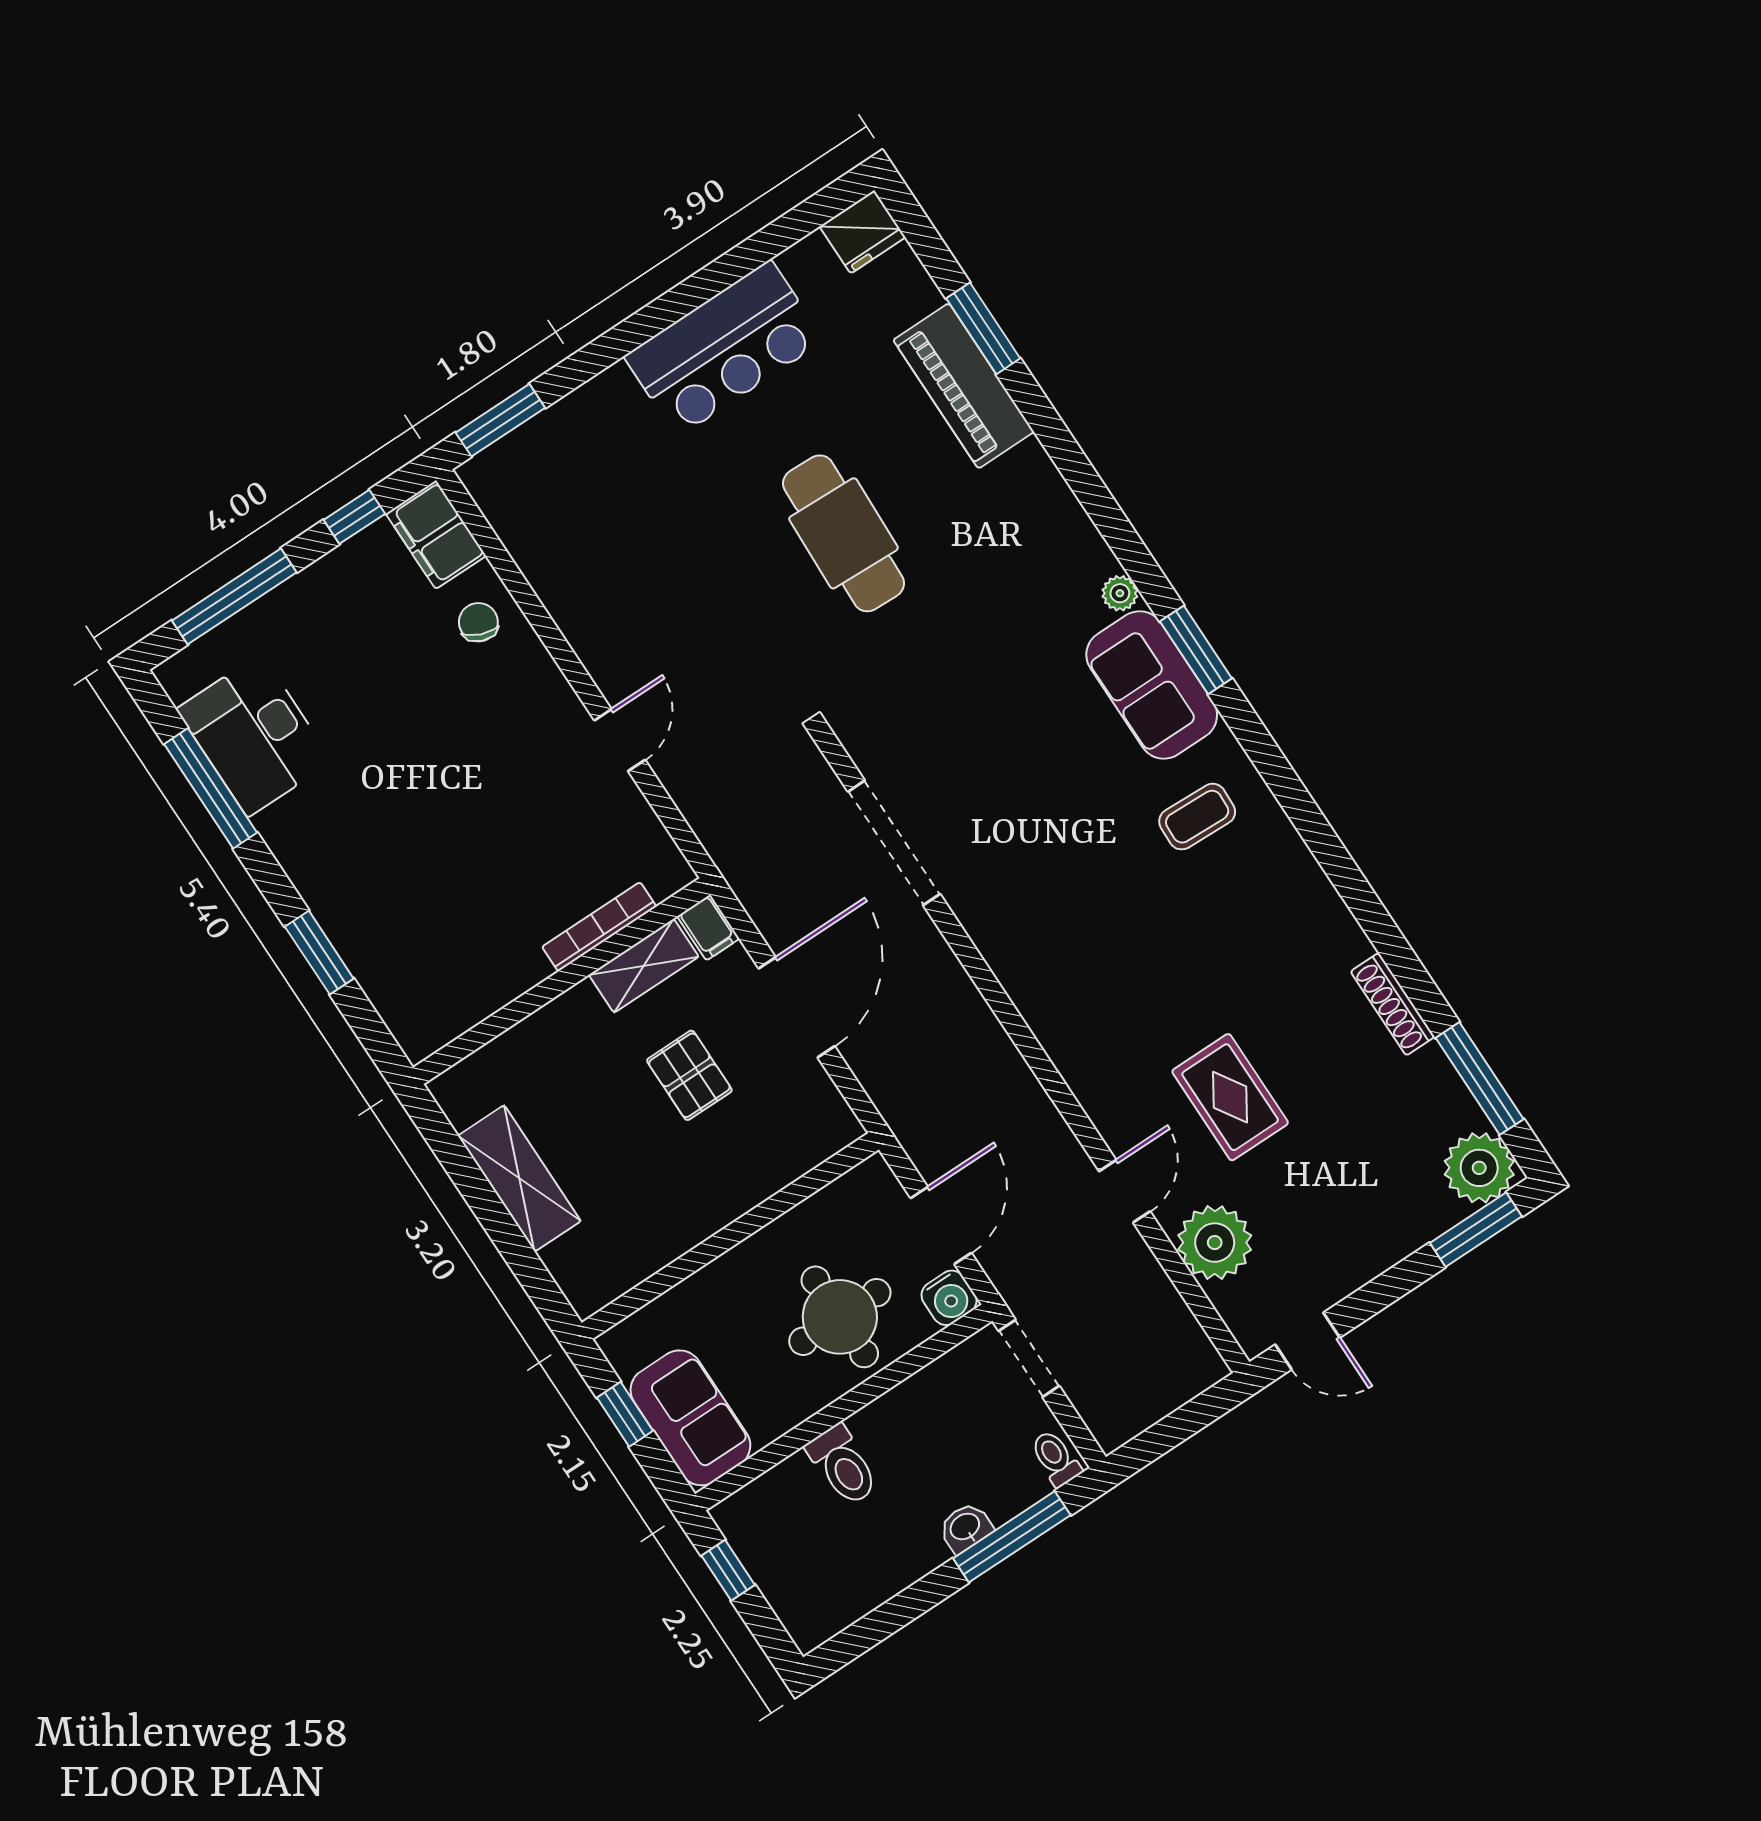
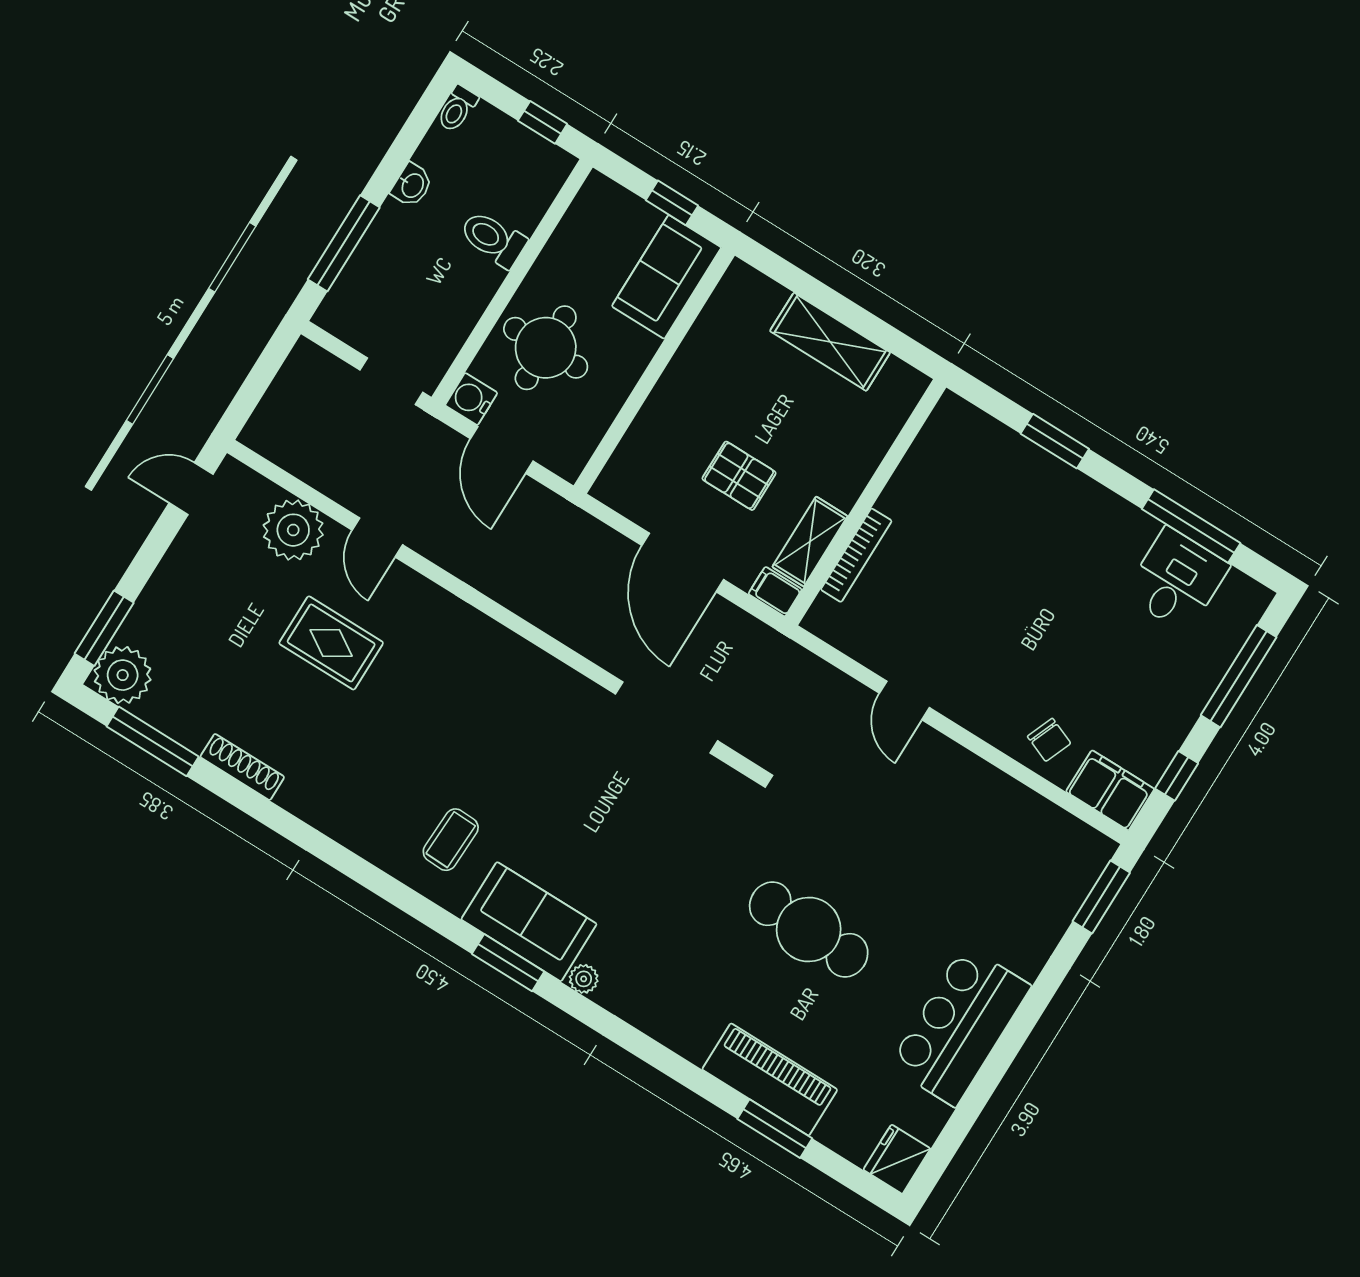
desk: (254, 735) -> (1177, 580), width x0.73
sofa: (690, 1418) -> (666, 277), moved, turned 90
toilet: (1056, 1458) -> (457, 109), moved, turned 90
washbasin: (965, 1527) -> (412, 185), moved

